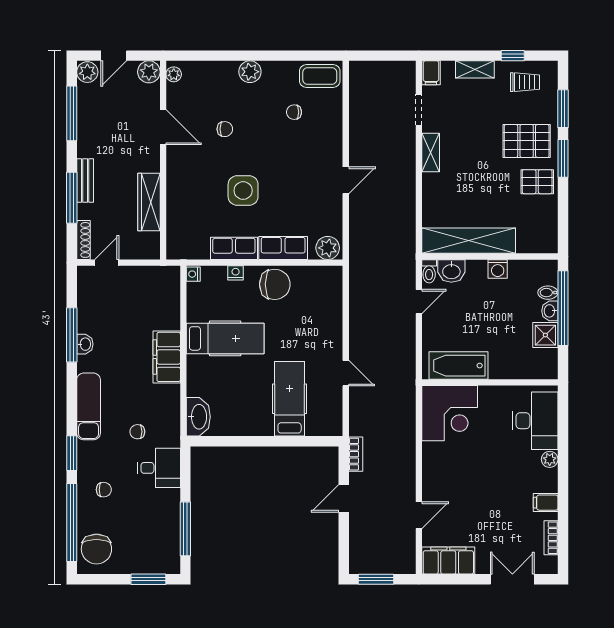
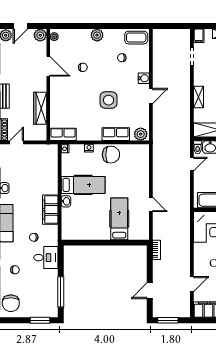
water cooler: (333, 149) -> (144, 78), added
shelving: (431, 152) -> (198, 97), moved
side table: (243, 191) -> (109, 100), moved
row of seats: (234, 248) -> (63, 134), moved
filing cabinet: (167, 357) -> (50, 210), moved
washbasin: (198, 417) -> (66, 201), moved, width x0.52, depth x0.69
door: (344, 498) -> (150, 291), moved

